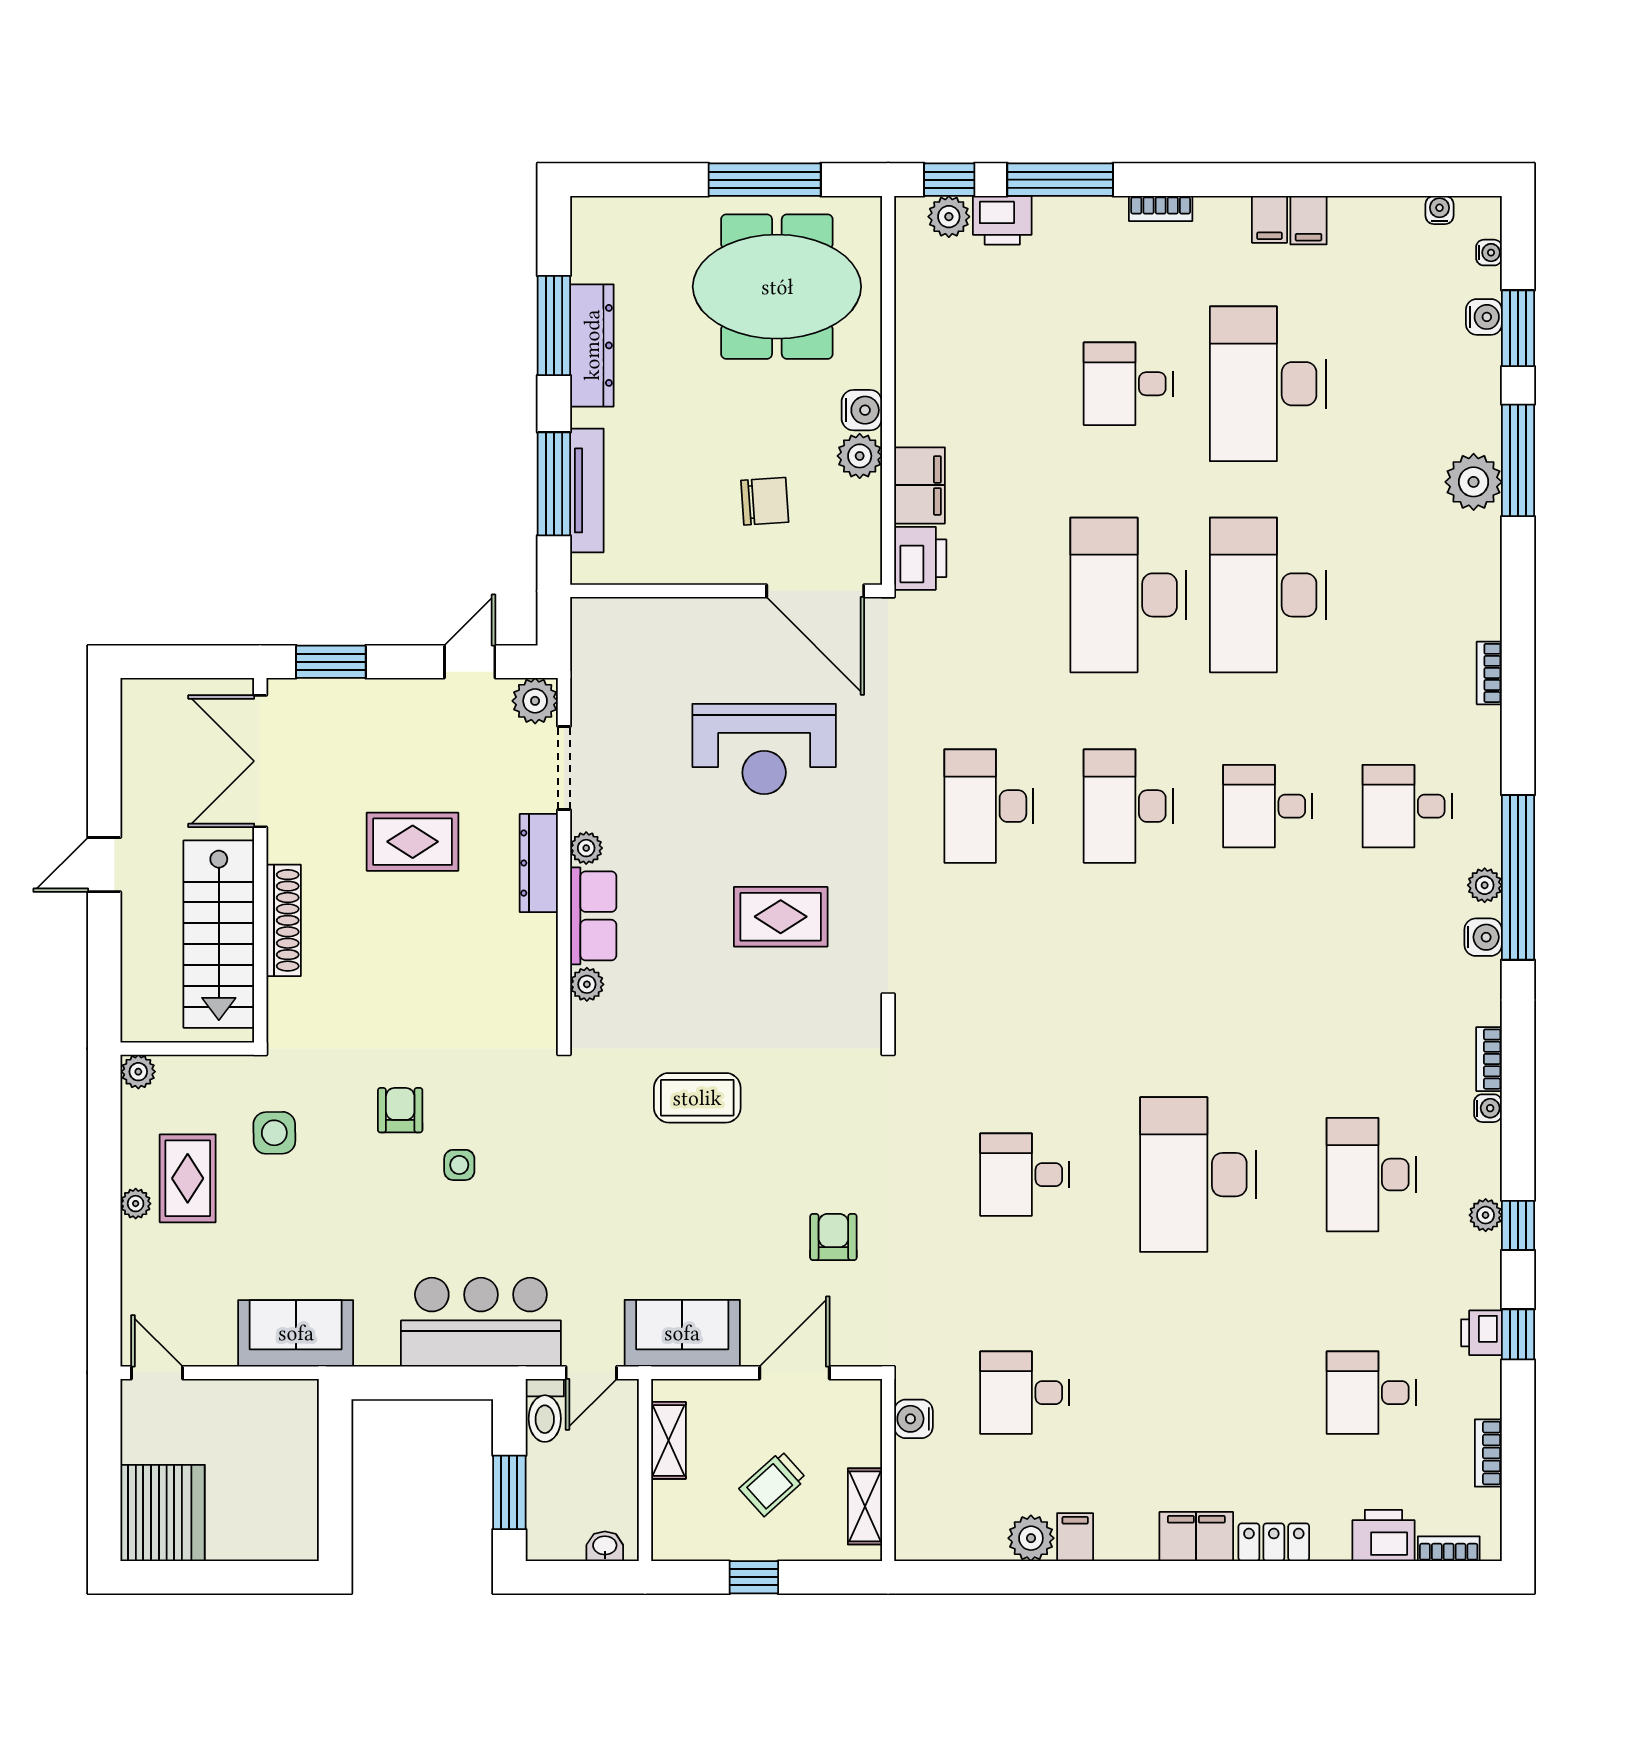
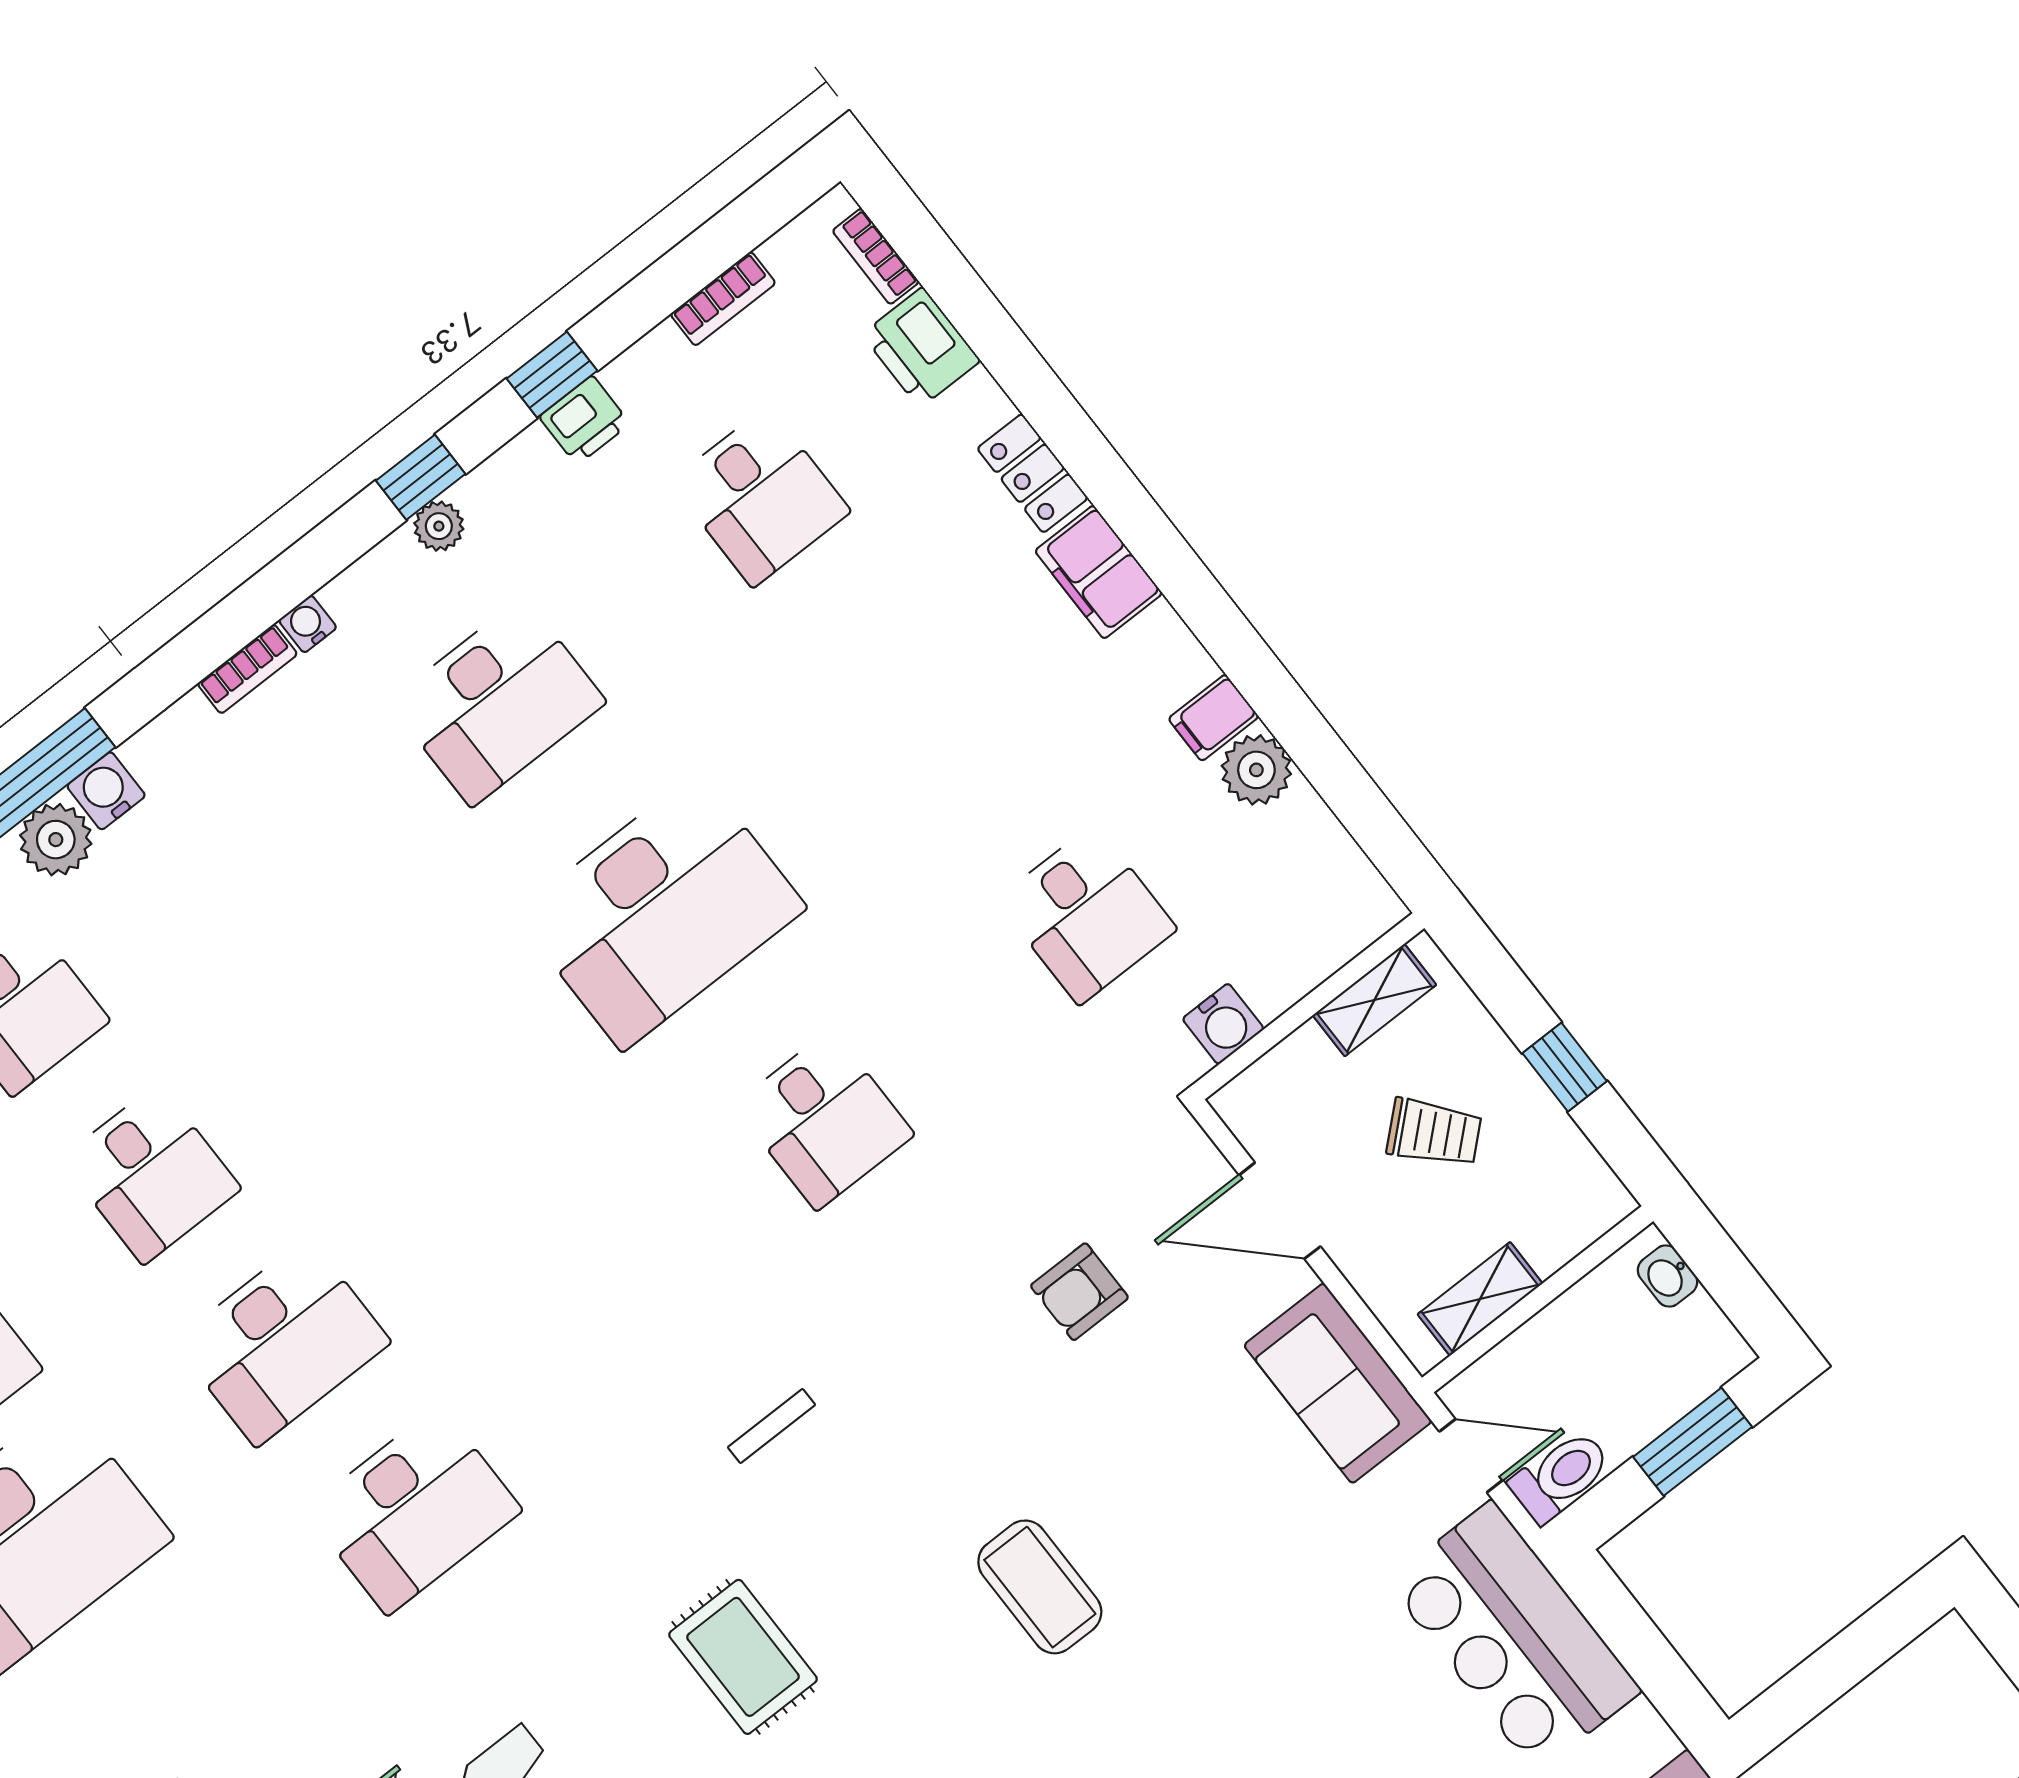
plant: (1485, 885) -> (56, 840), width x1.38, depth x1.38

